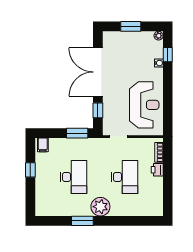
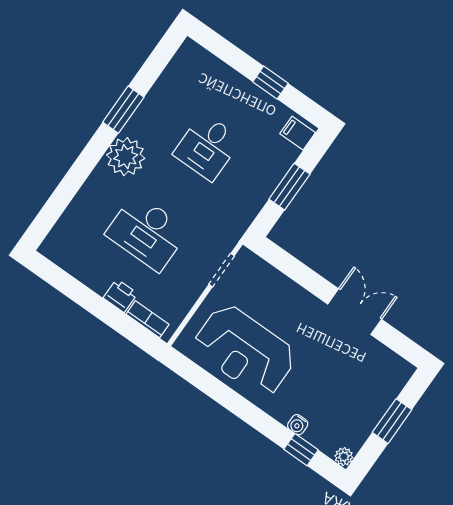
double door: (98, 72) -> (355, 312), width x0.54
window: (98, 110) -> (290, 266), removed
window: (77, 133) -> (289, 187), moved
desk: (74, 177) -> (207, 147), width x0.73

